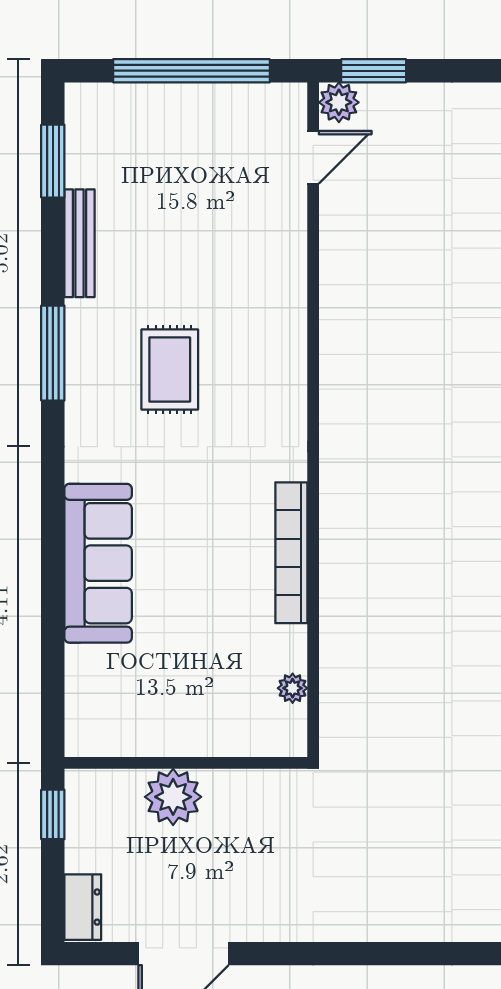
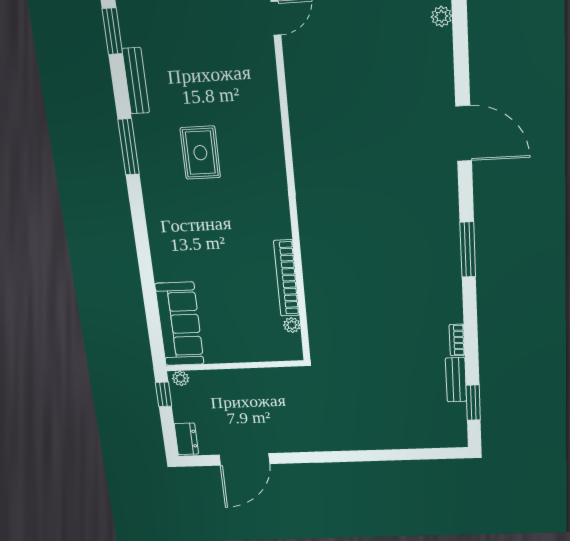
bookcase: (291, 553) -> (287, 278), moved
sofa: (98, 563) -> (180, 324), moved
plant: (173, 797) -> (181, 378), moved, width x0.53, depth x0.53

